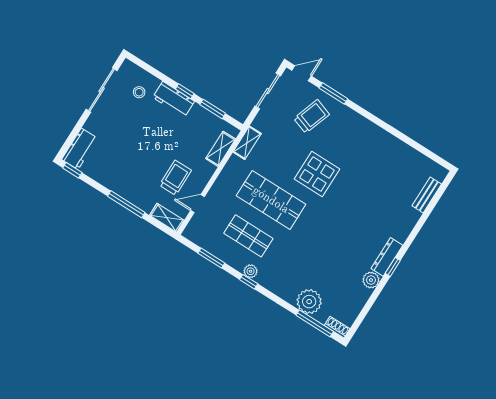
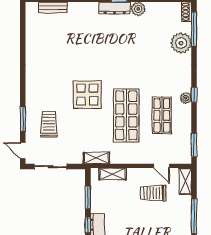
trolley: (312, 116) -> (49, 124), turned 71
window: (211, 258) -> (194, 145), moved

